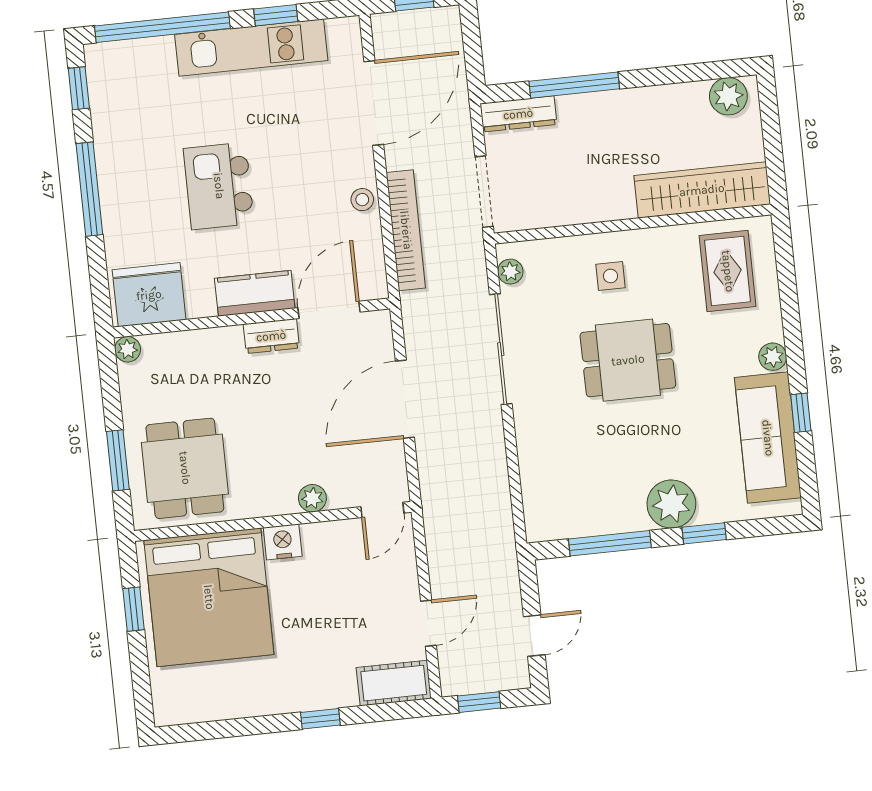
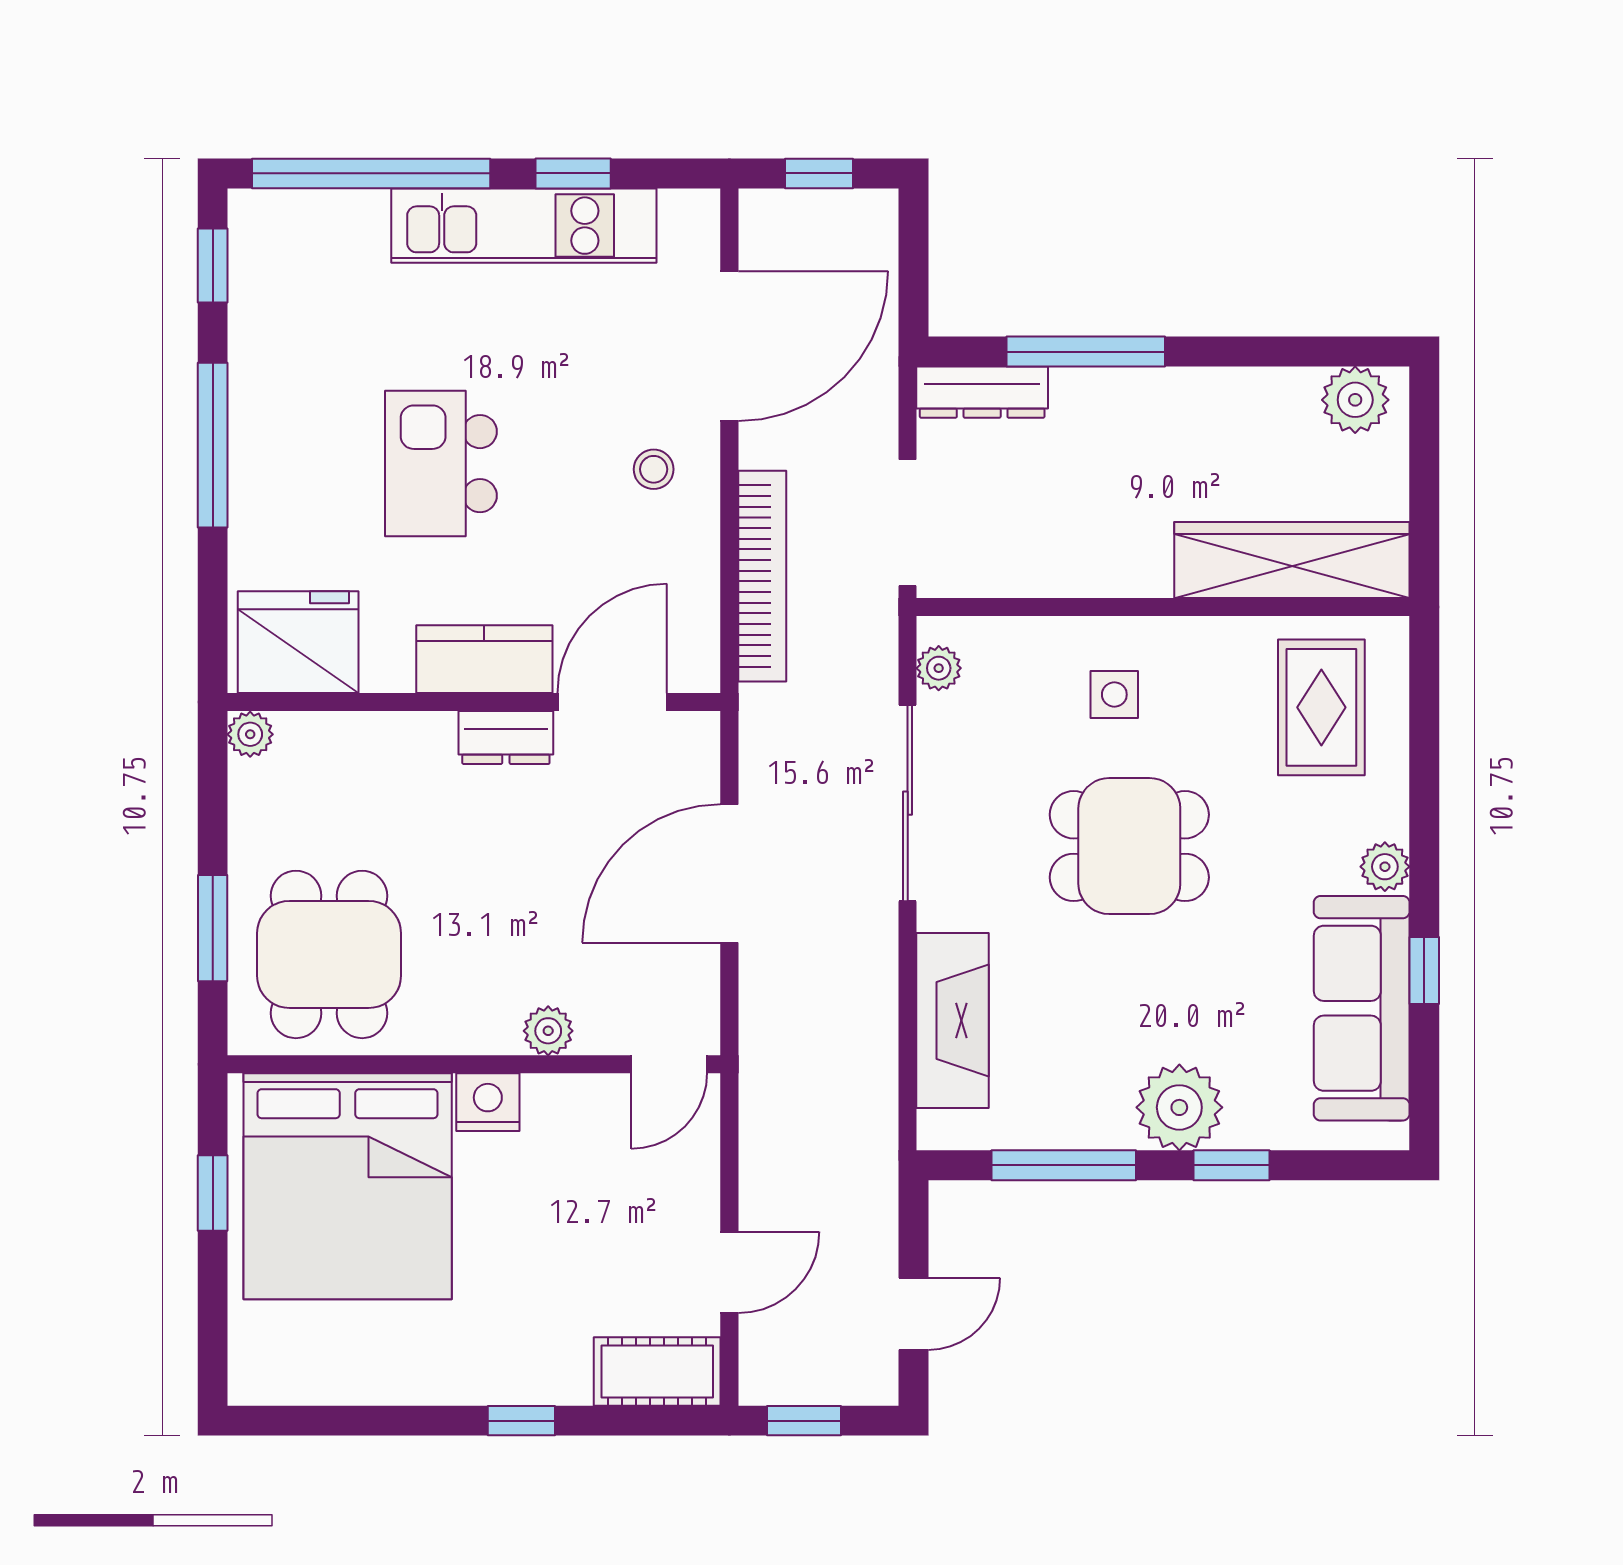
stool: (362, 200) -> (654, 469), moved
fireplace: (539, 469) -> (952, 1021), added

